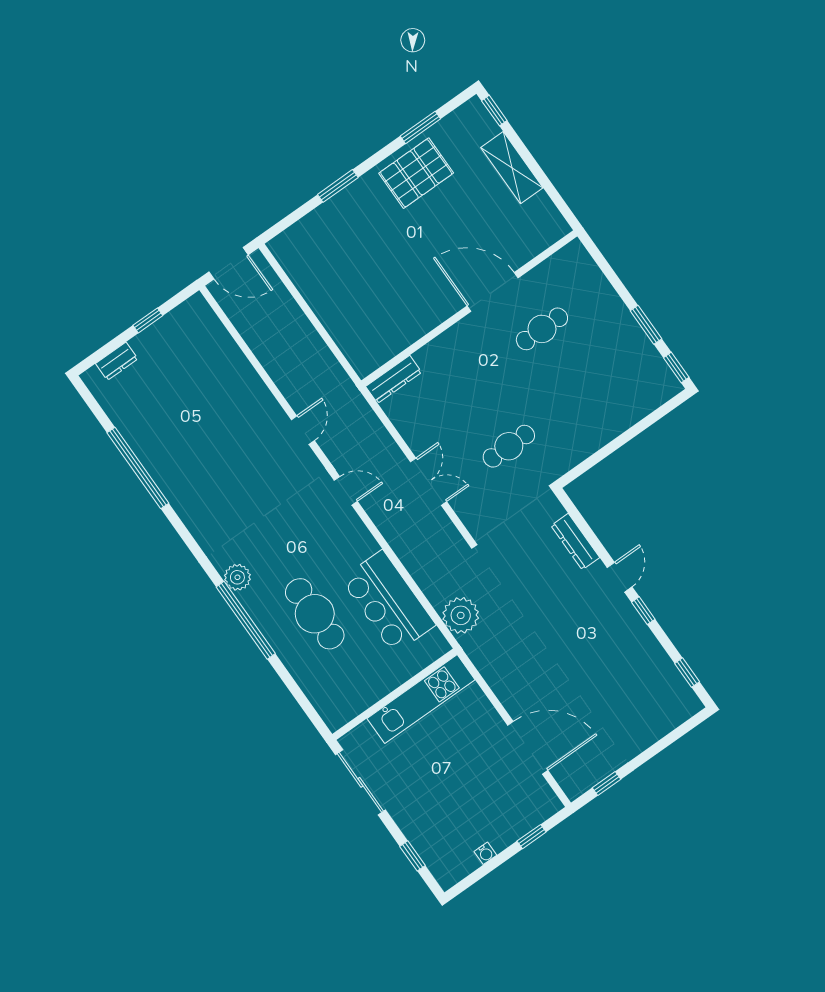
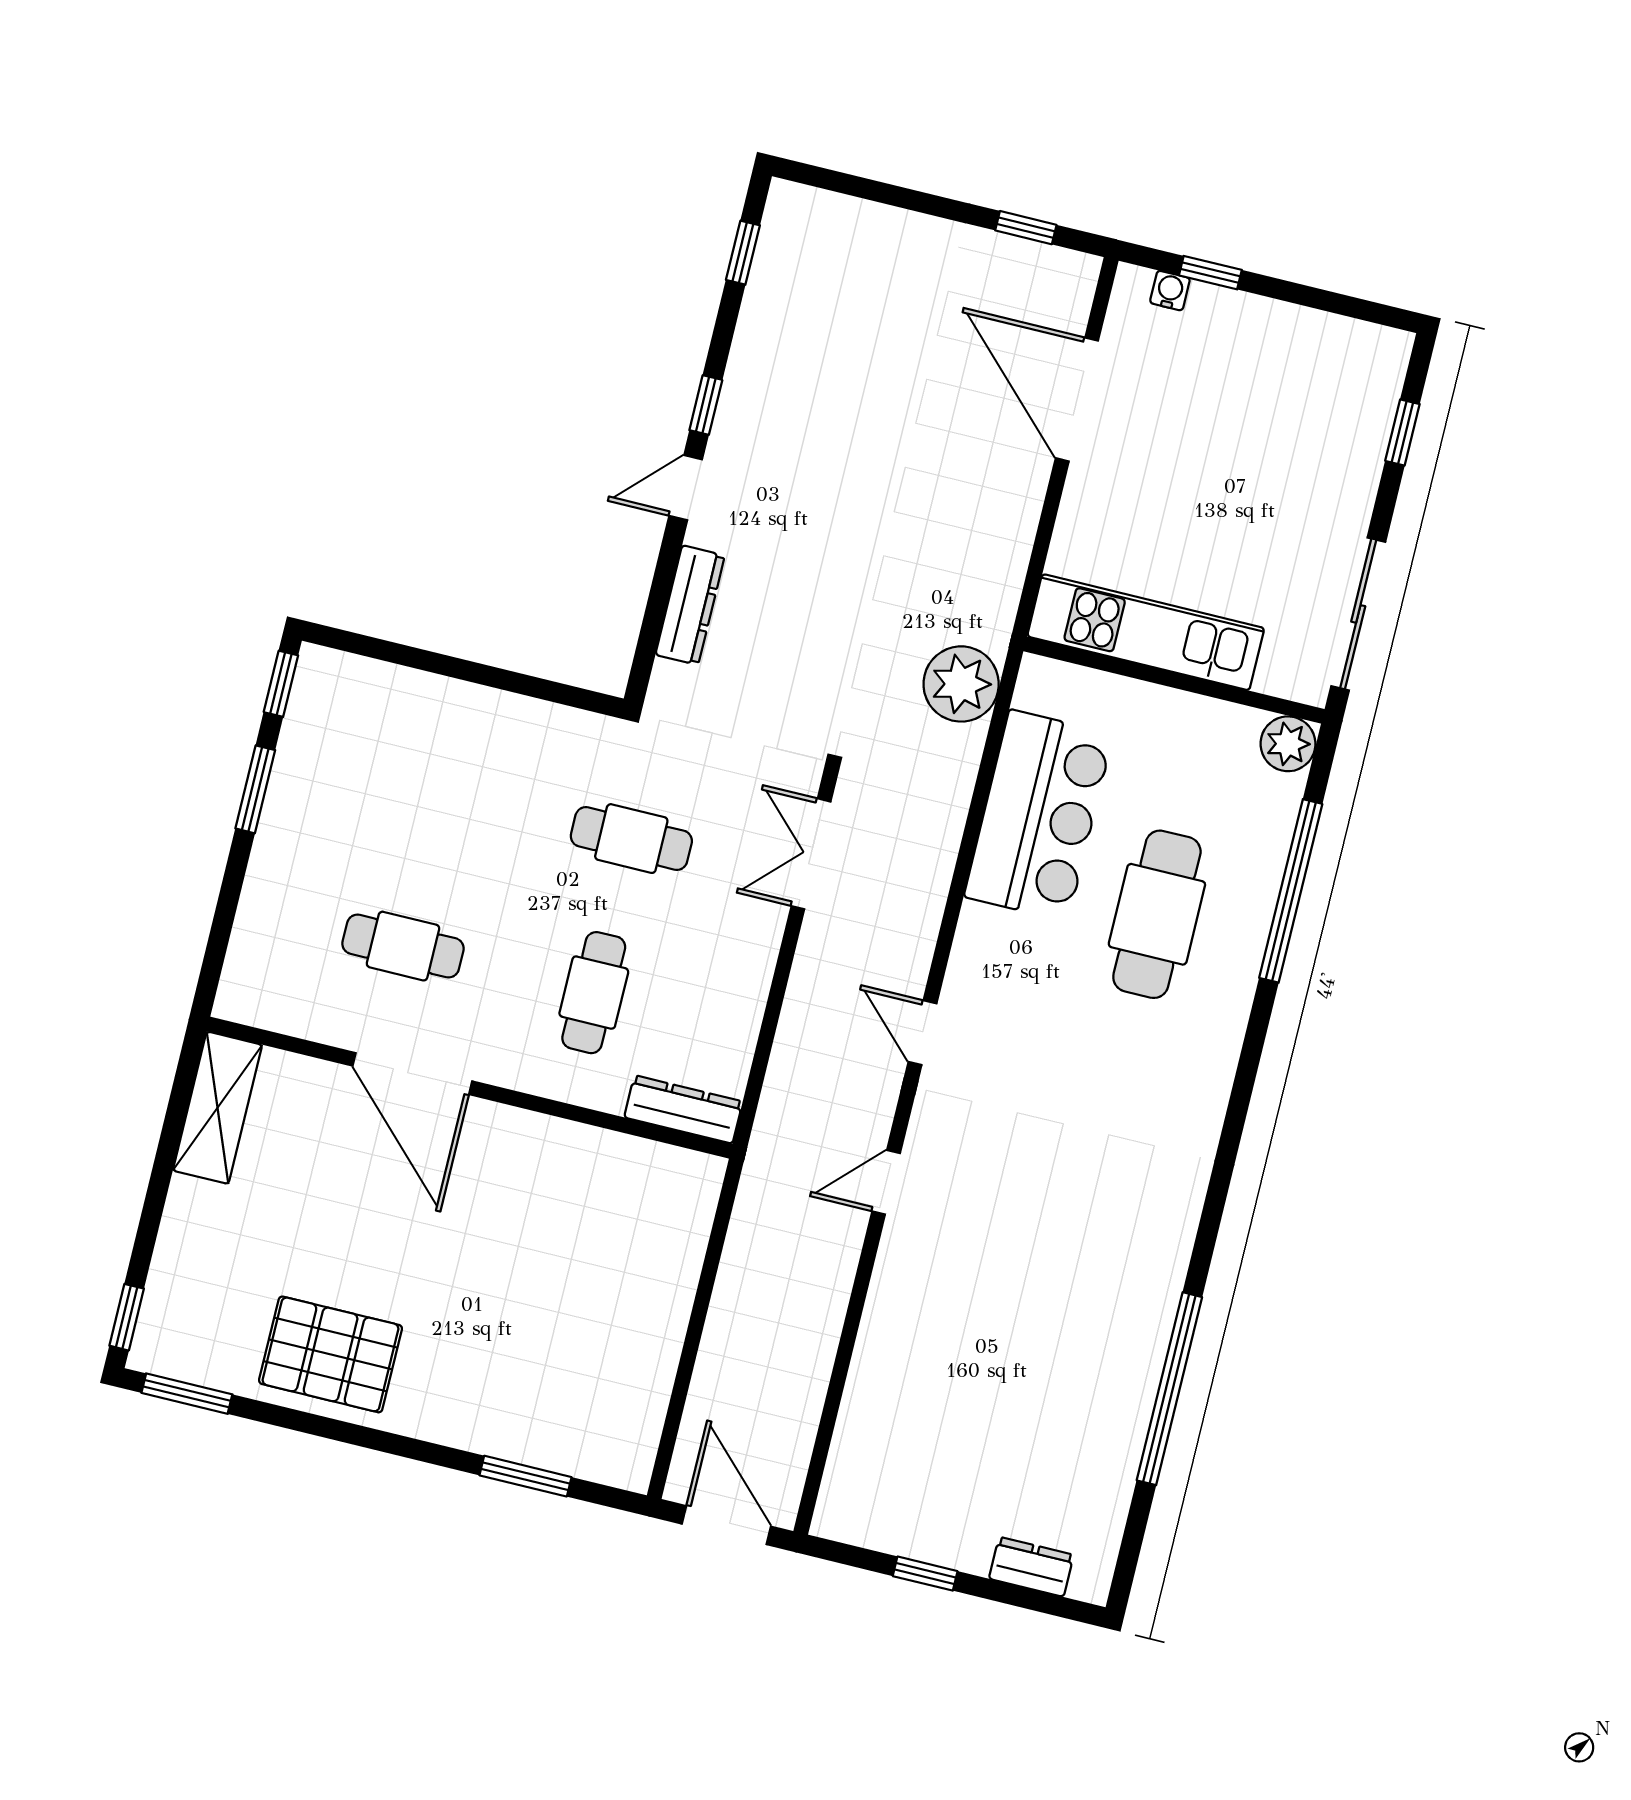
window: (420, 127) -> (187, 1394), moved
shelving: (512, 168) -> (218, 1108), moved
window: (338, 186) -> (525, 1476), moved
cafe table: (465, 384) -> (594, 993), added
double door: (429, 482) -> (811, 854), moved
plant: (237, 577) -> (1288, 744), moved
window: (246, 620) -> (1291, 891), moved
water cooler: (485, 853) -> (1170, 291), moved

